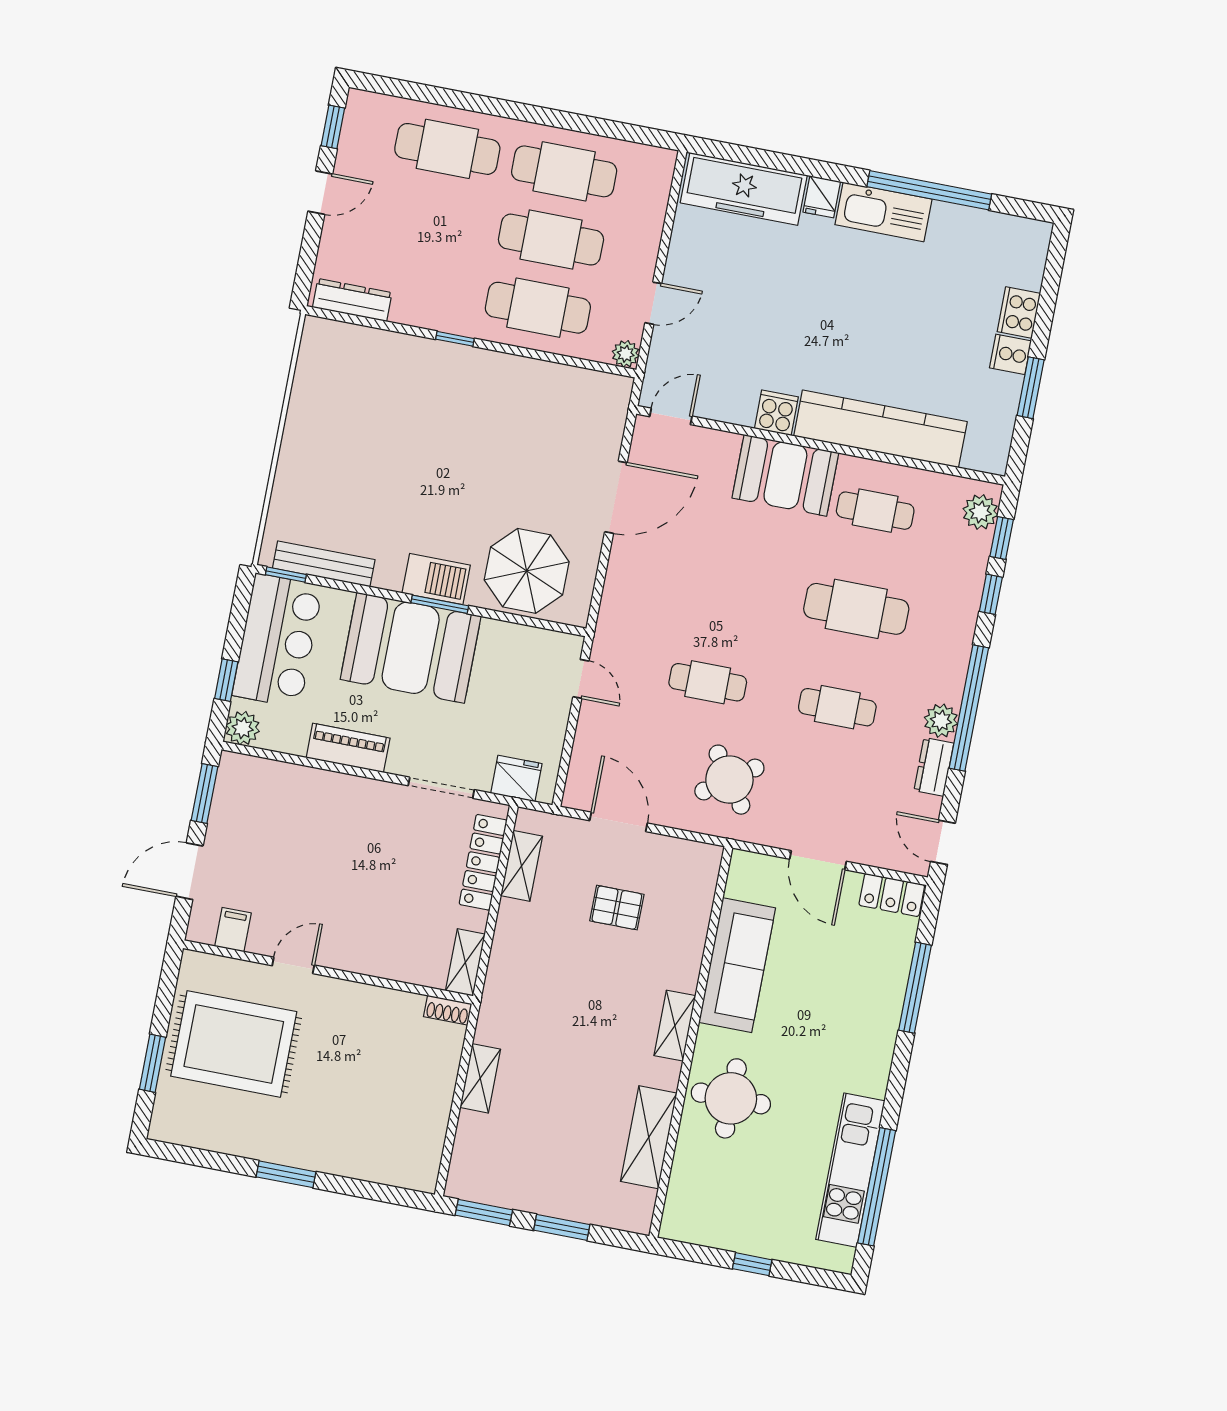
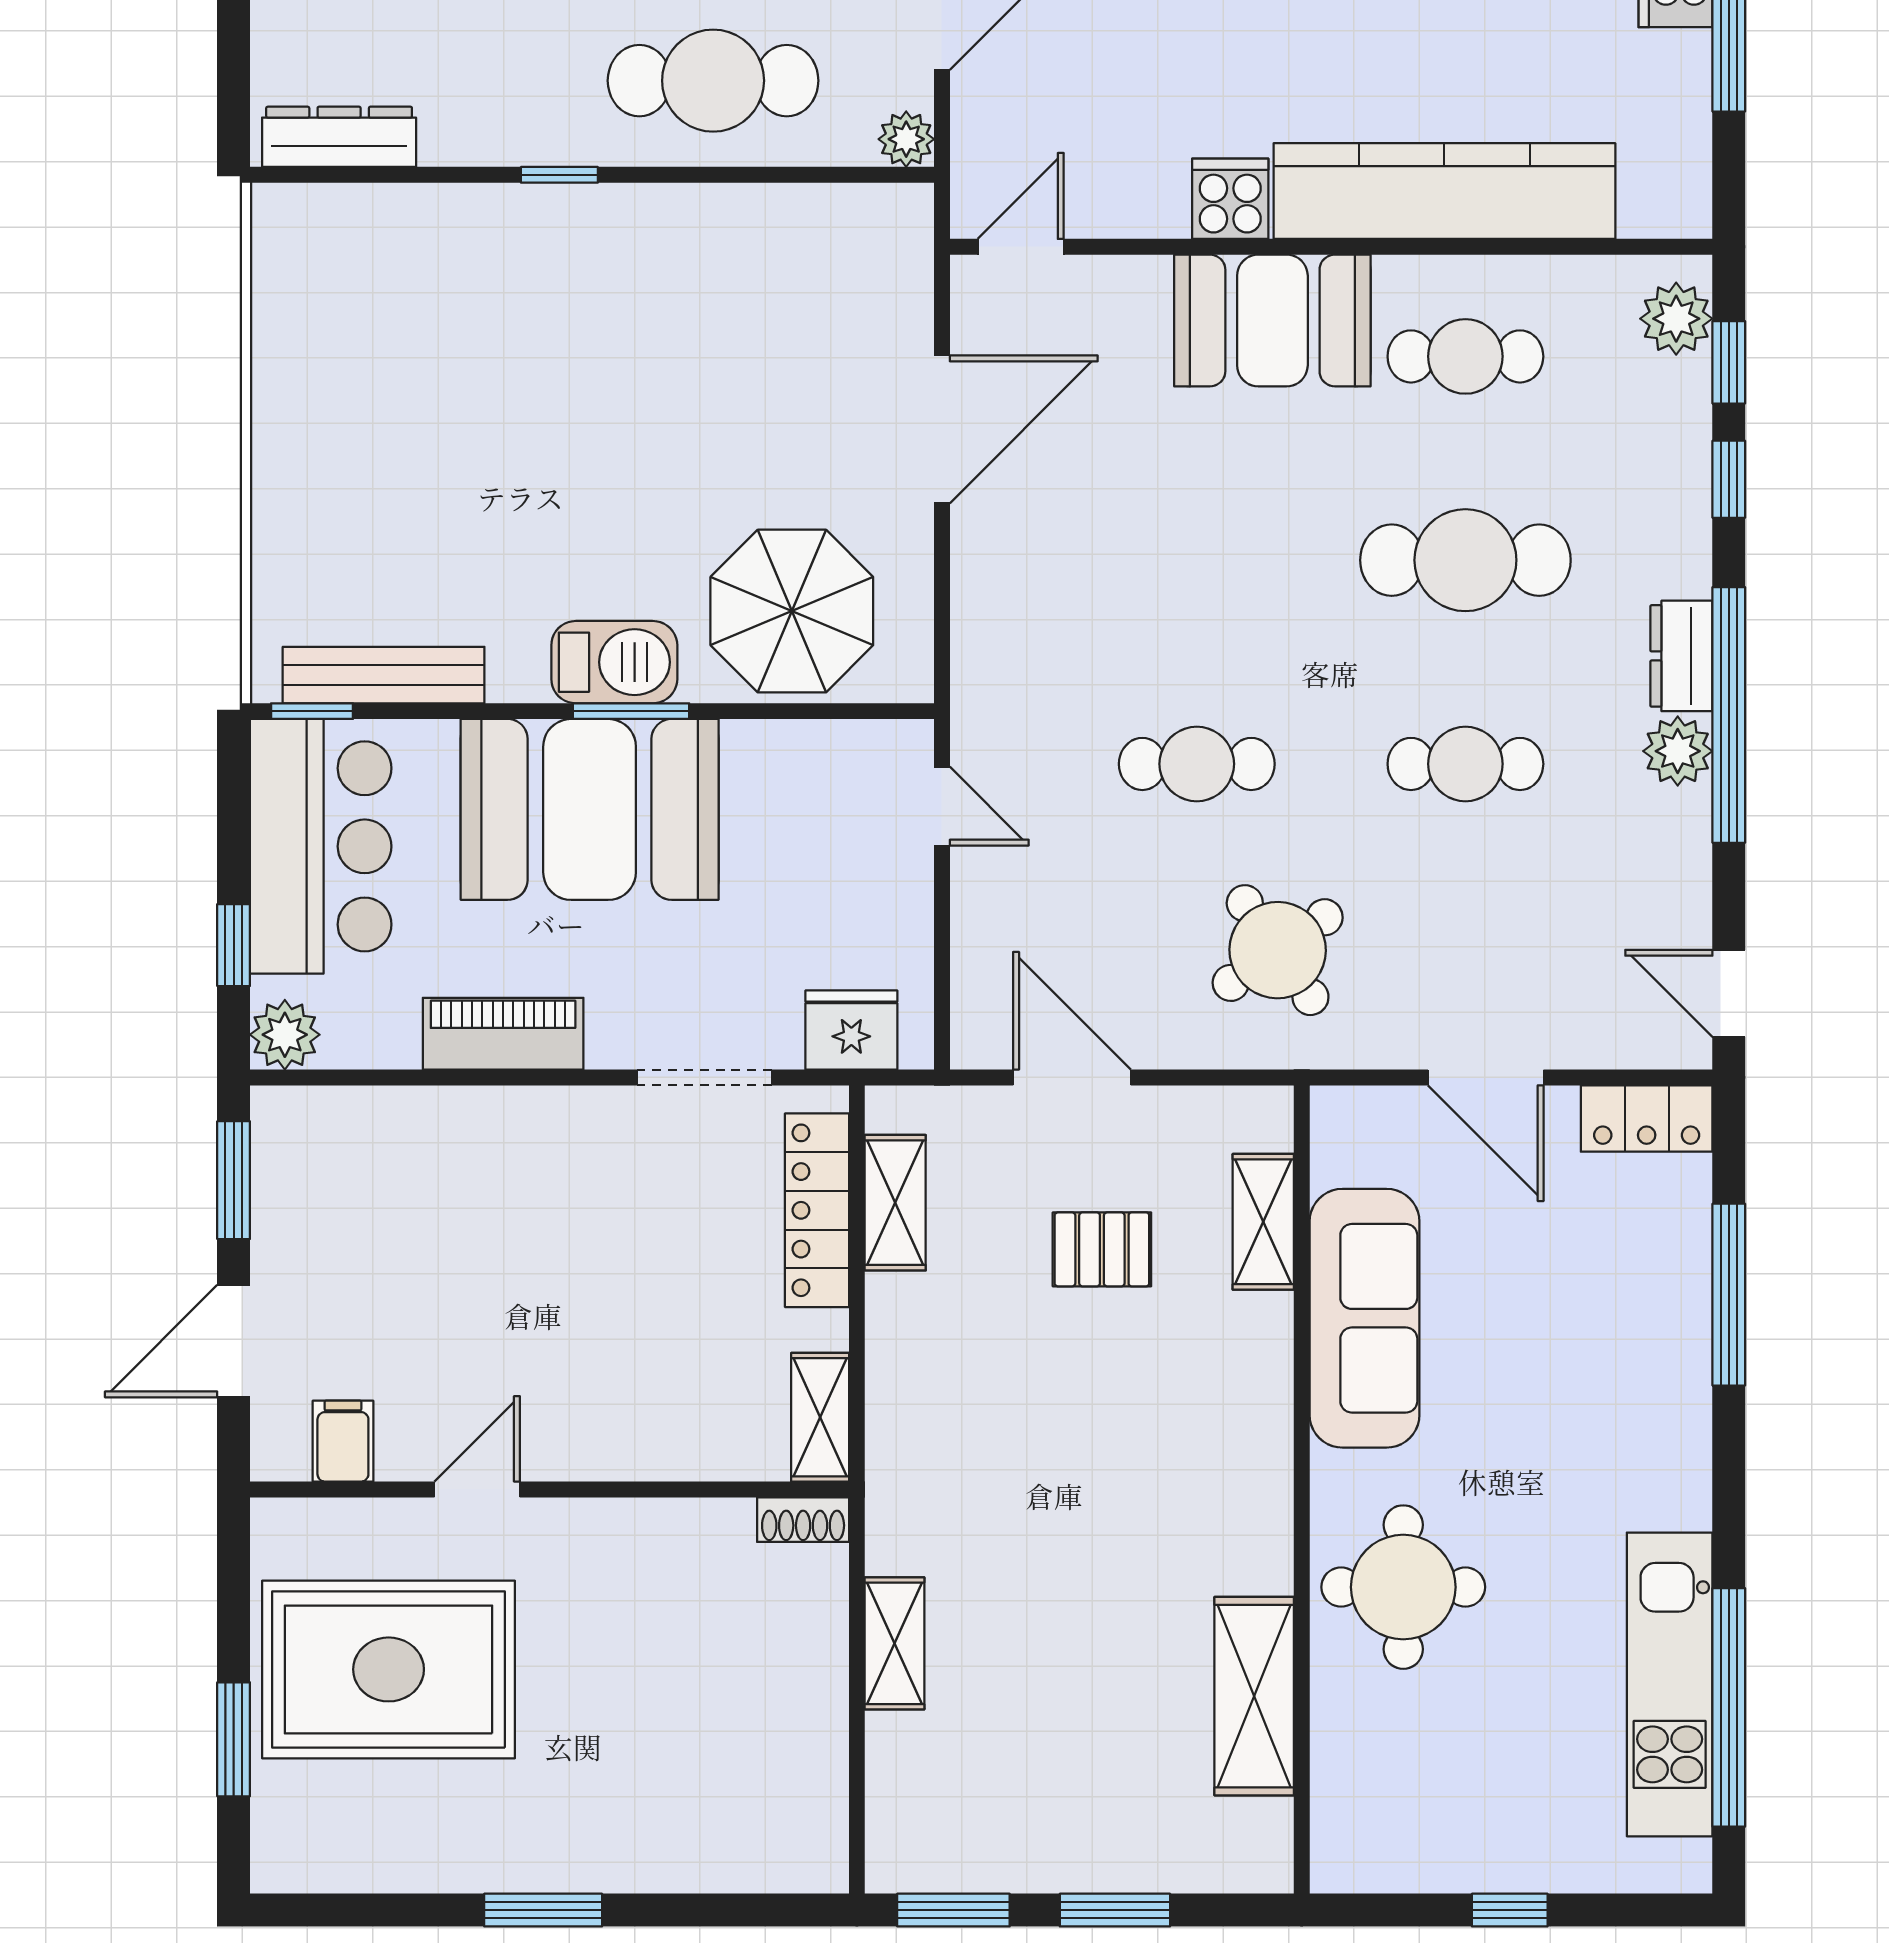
dresser: (934, 767) -> (1681, 656), moved
shelving: (675, 1026) -> (1263, 1222), moved

